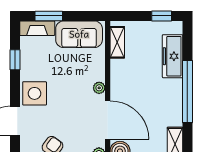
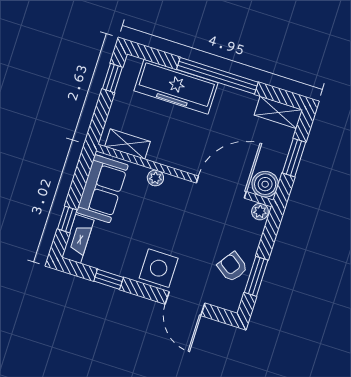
window: (49, 16) -> (67, 219), width x0.67
freezer: (173, 56) -> (176, 87), width x1.36, depth x1.26
plant: (99, 88) -> (155, 178), moved

